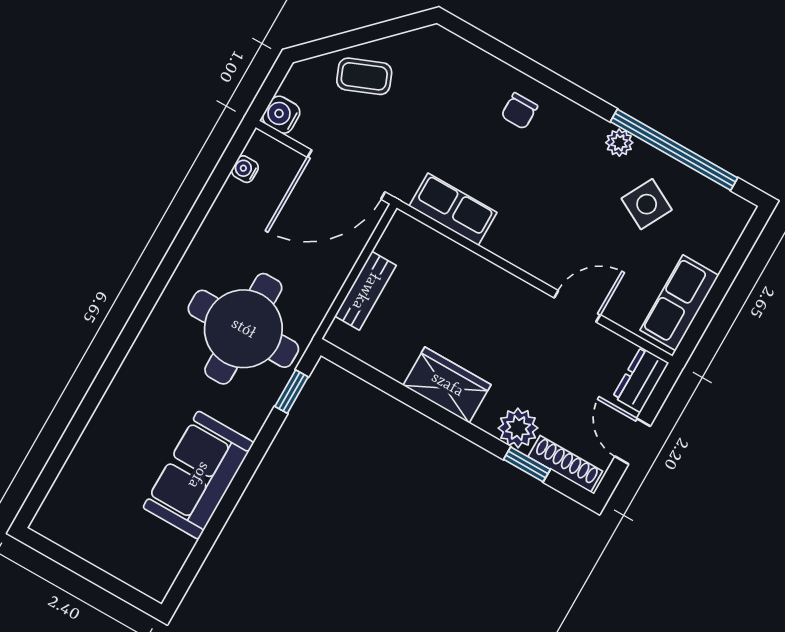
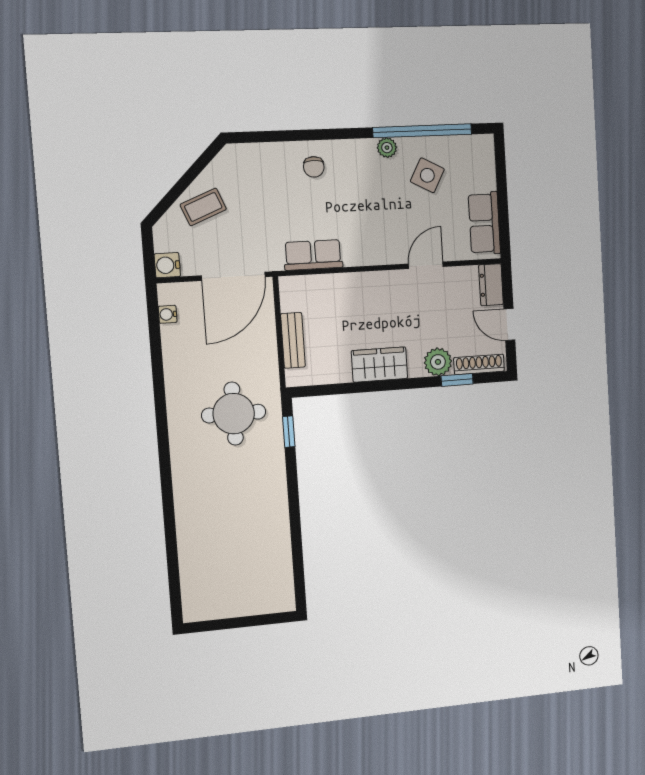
round table: (243, 329) -> (234, 414), width x0.73, depth x0.73
sofa: (198, 475) -> (266, 520), removed

